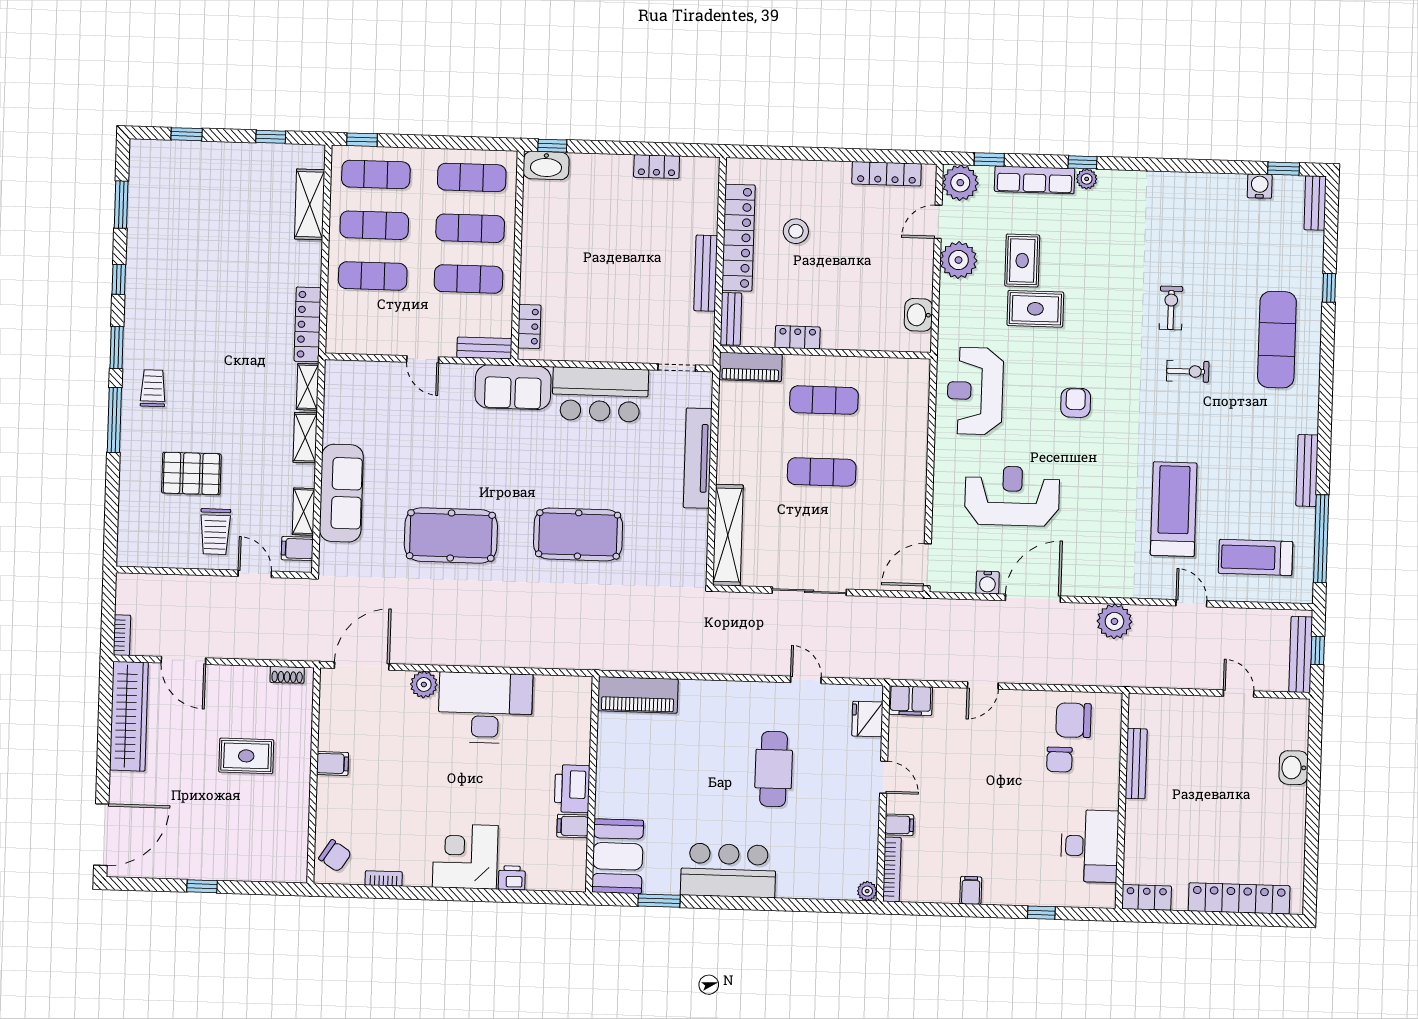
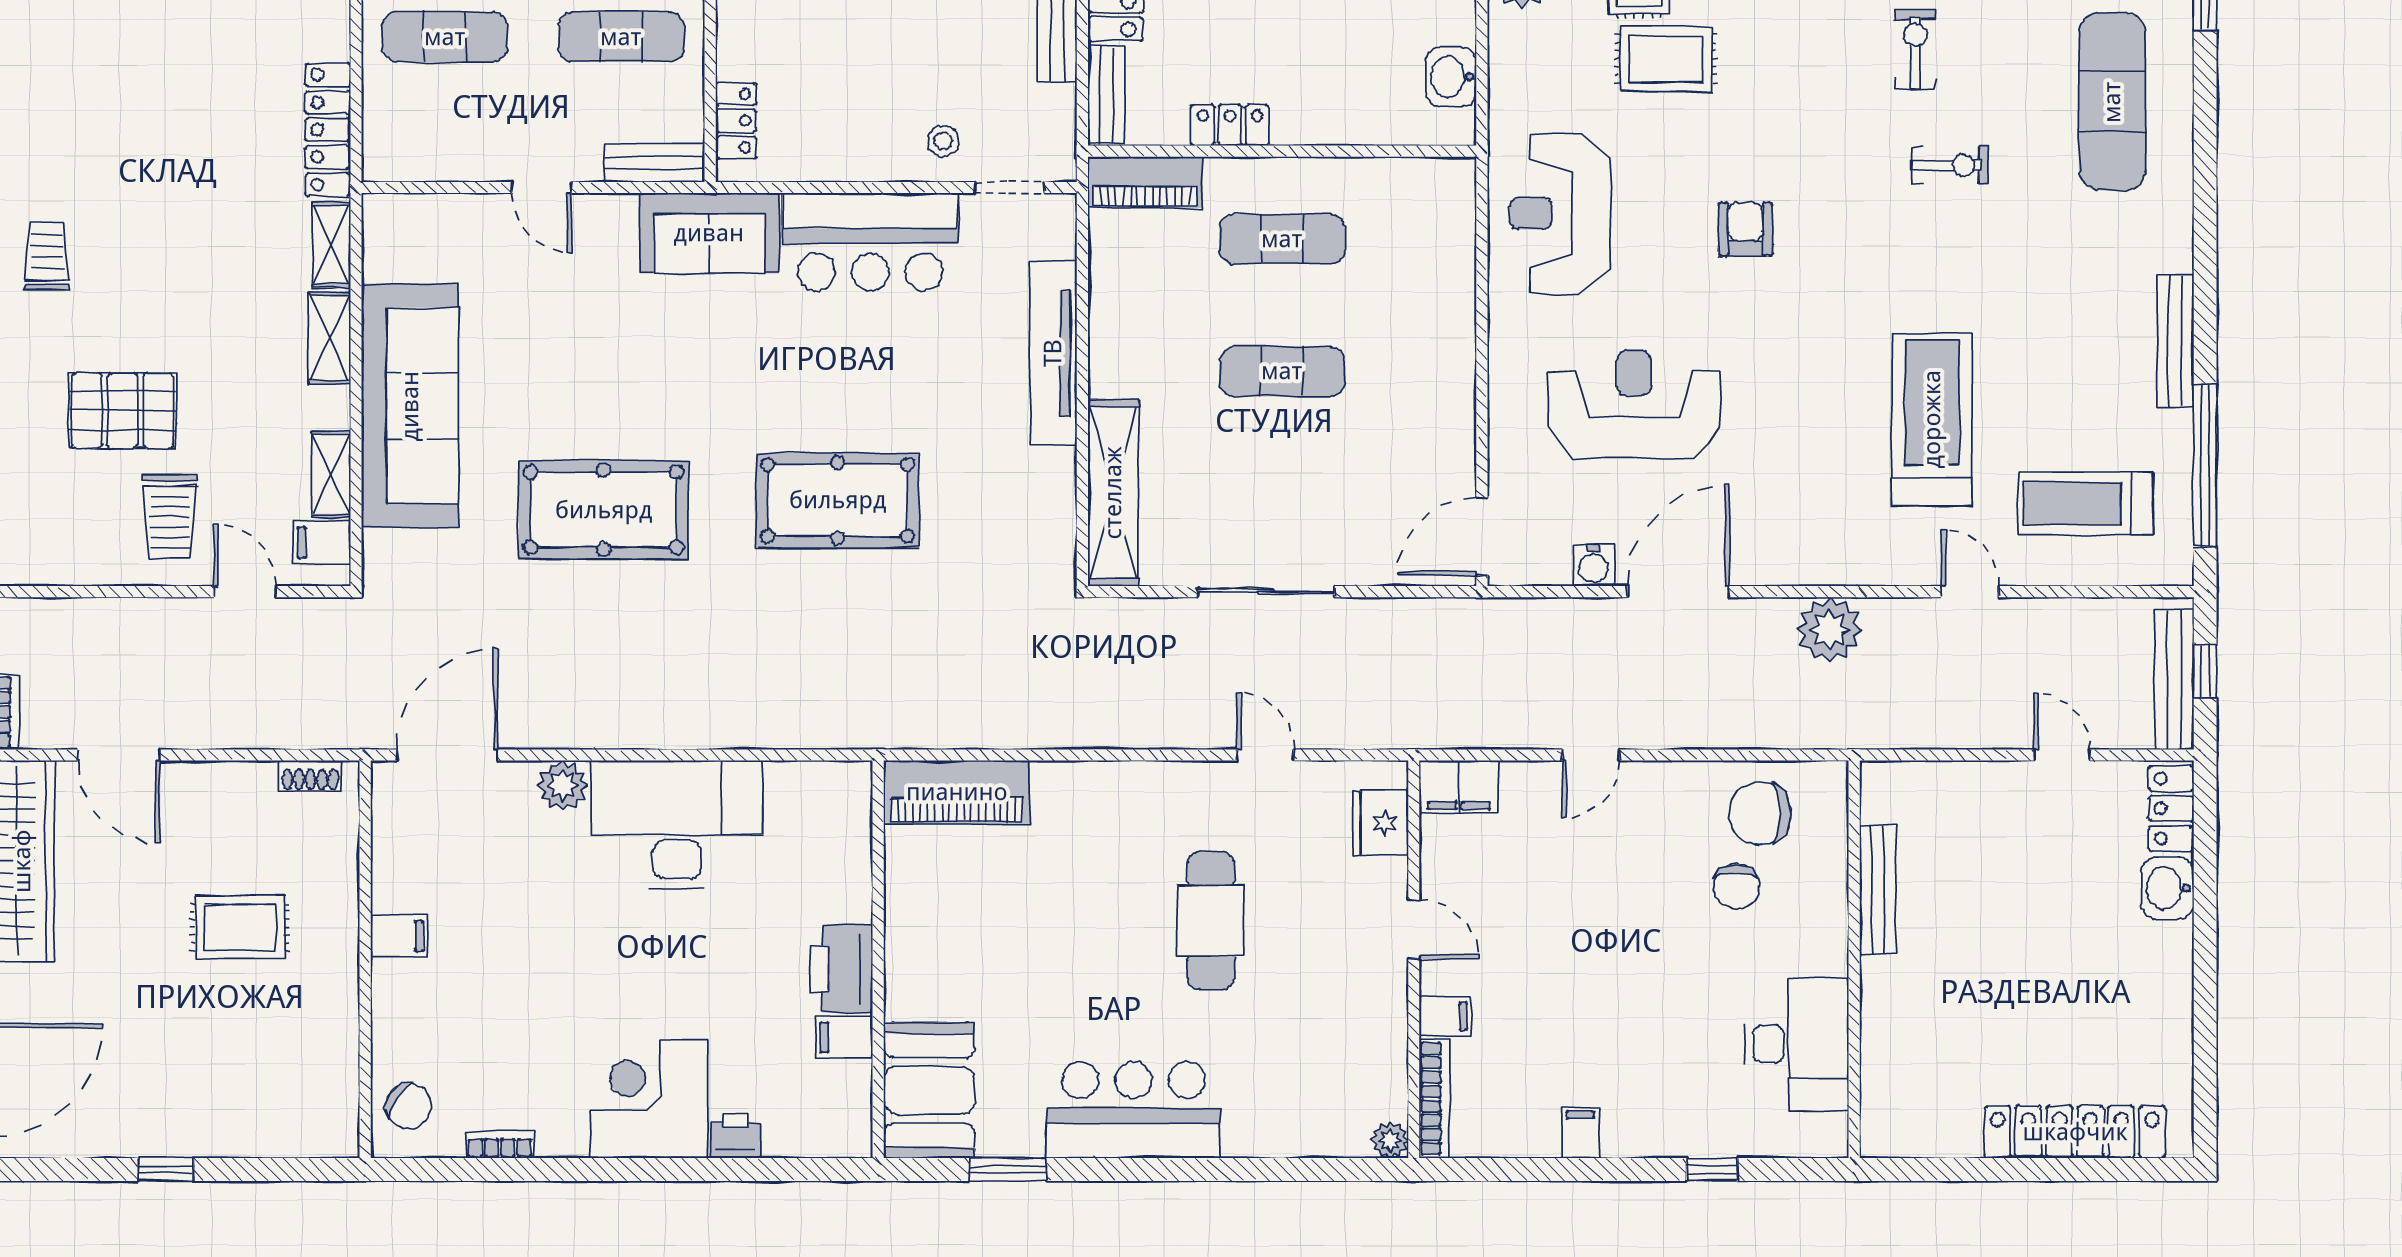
stool: (641, 341) -> (943, 141), added
sofa: (341, 493) -> (410, 406), width x1.36, depth x1.27
locker: (1147, 897) -> (2171, 808), moved, turned -90

